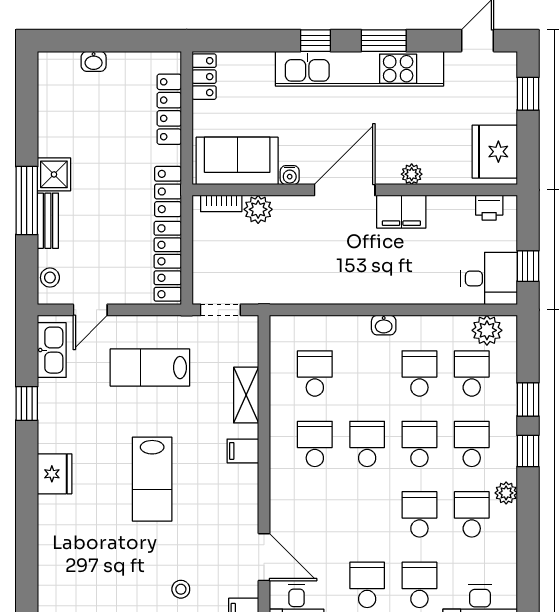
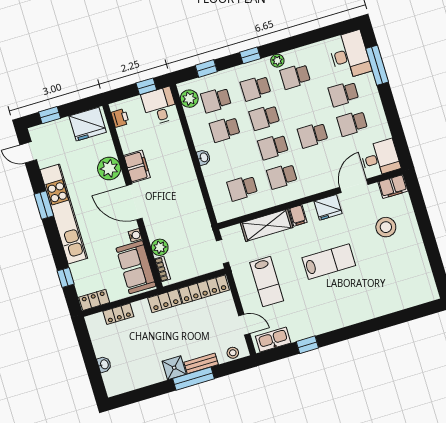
window: (315, 41) -> (66, 278), moved
locker: (169, 109) -> (118, 314), width x0.66
plant: (412, 174) -> (109, 169), width x1.88, depth x1.88
shelving: (246, 395) -> (267, 225), width x1.50, depth x1.33
window: (528, 399) -> (206, 68), moved
fridge: (55, 474) -> (328, 207), moved, turned 180
school desk: (419, 514) -> (313, 135), moved
stool: (181, 589) -> (386, 227), width x1.89, depth x1.89

